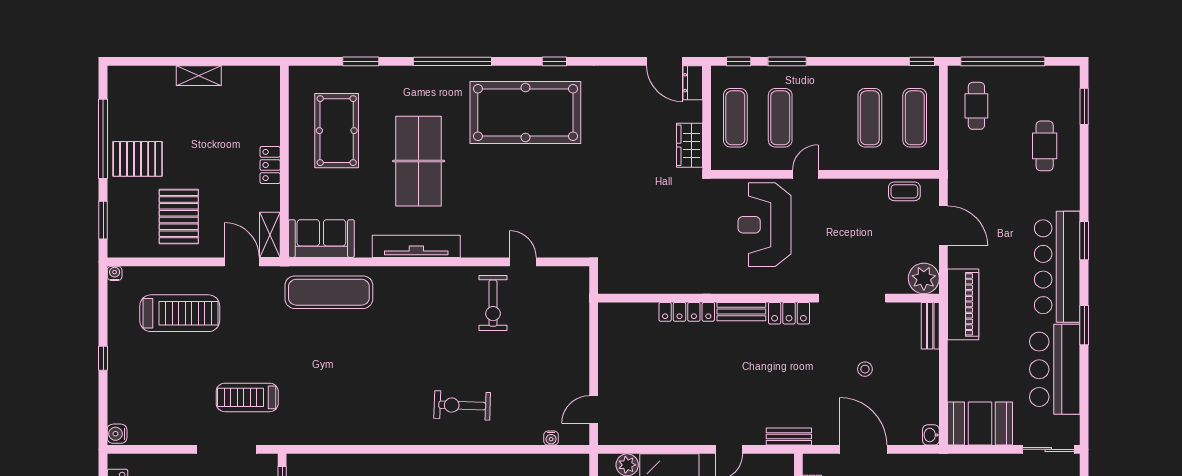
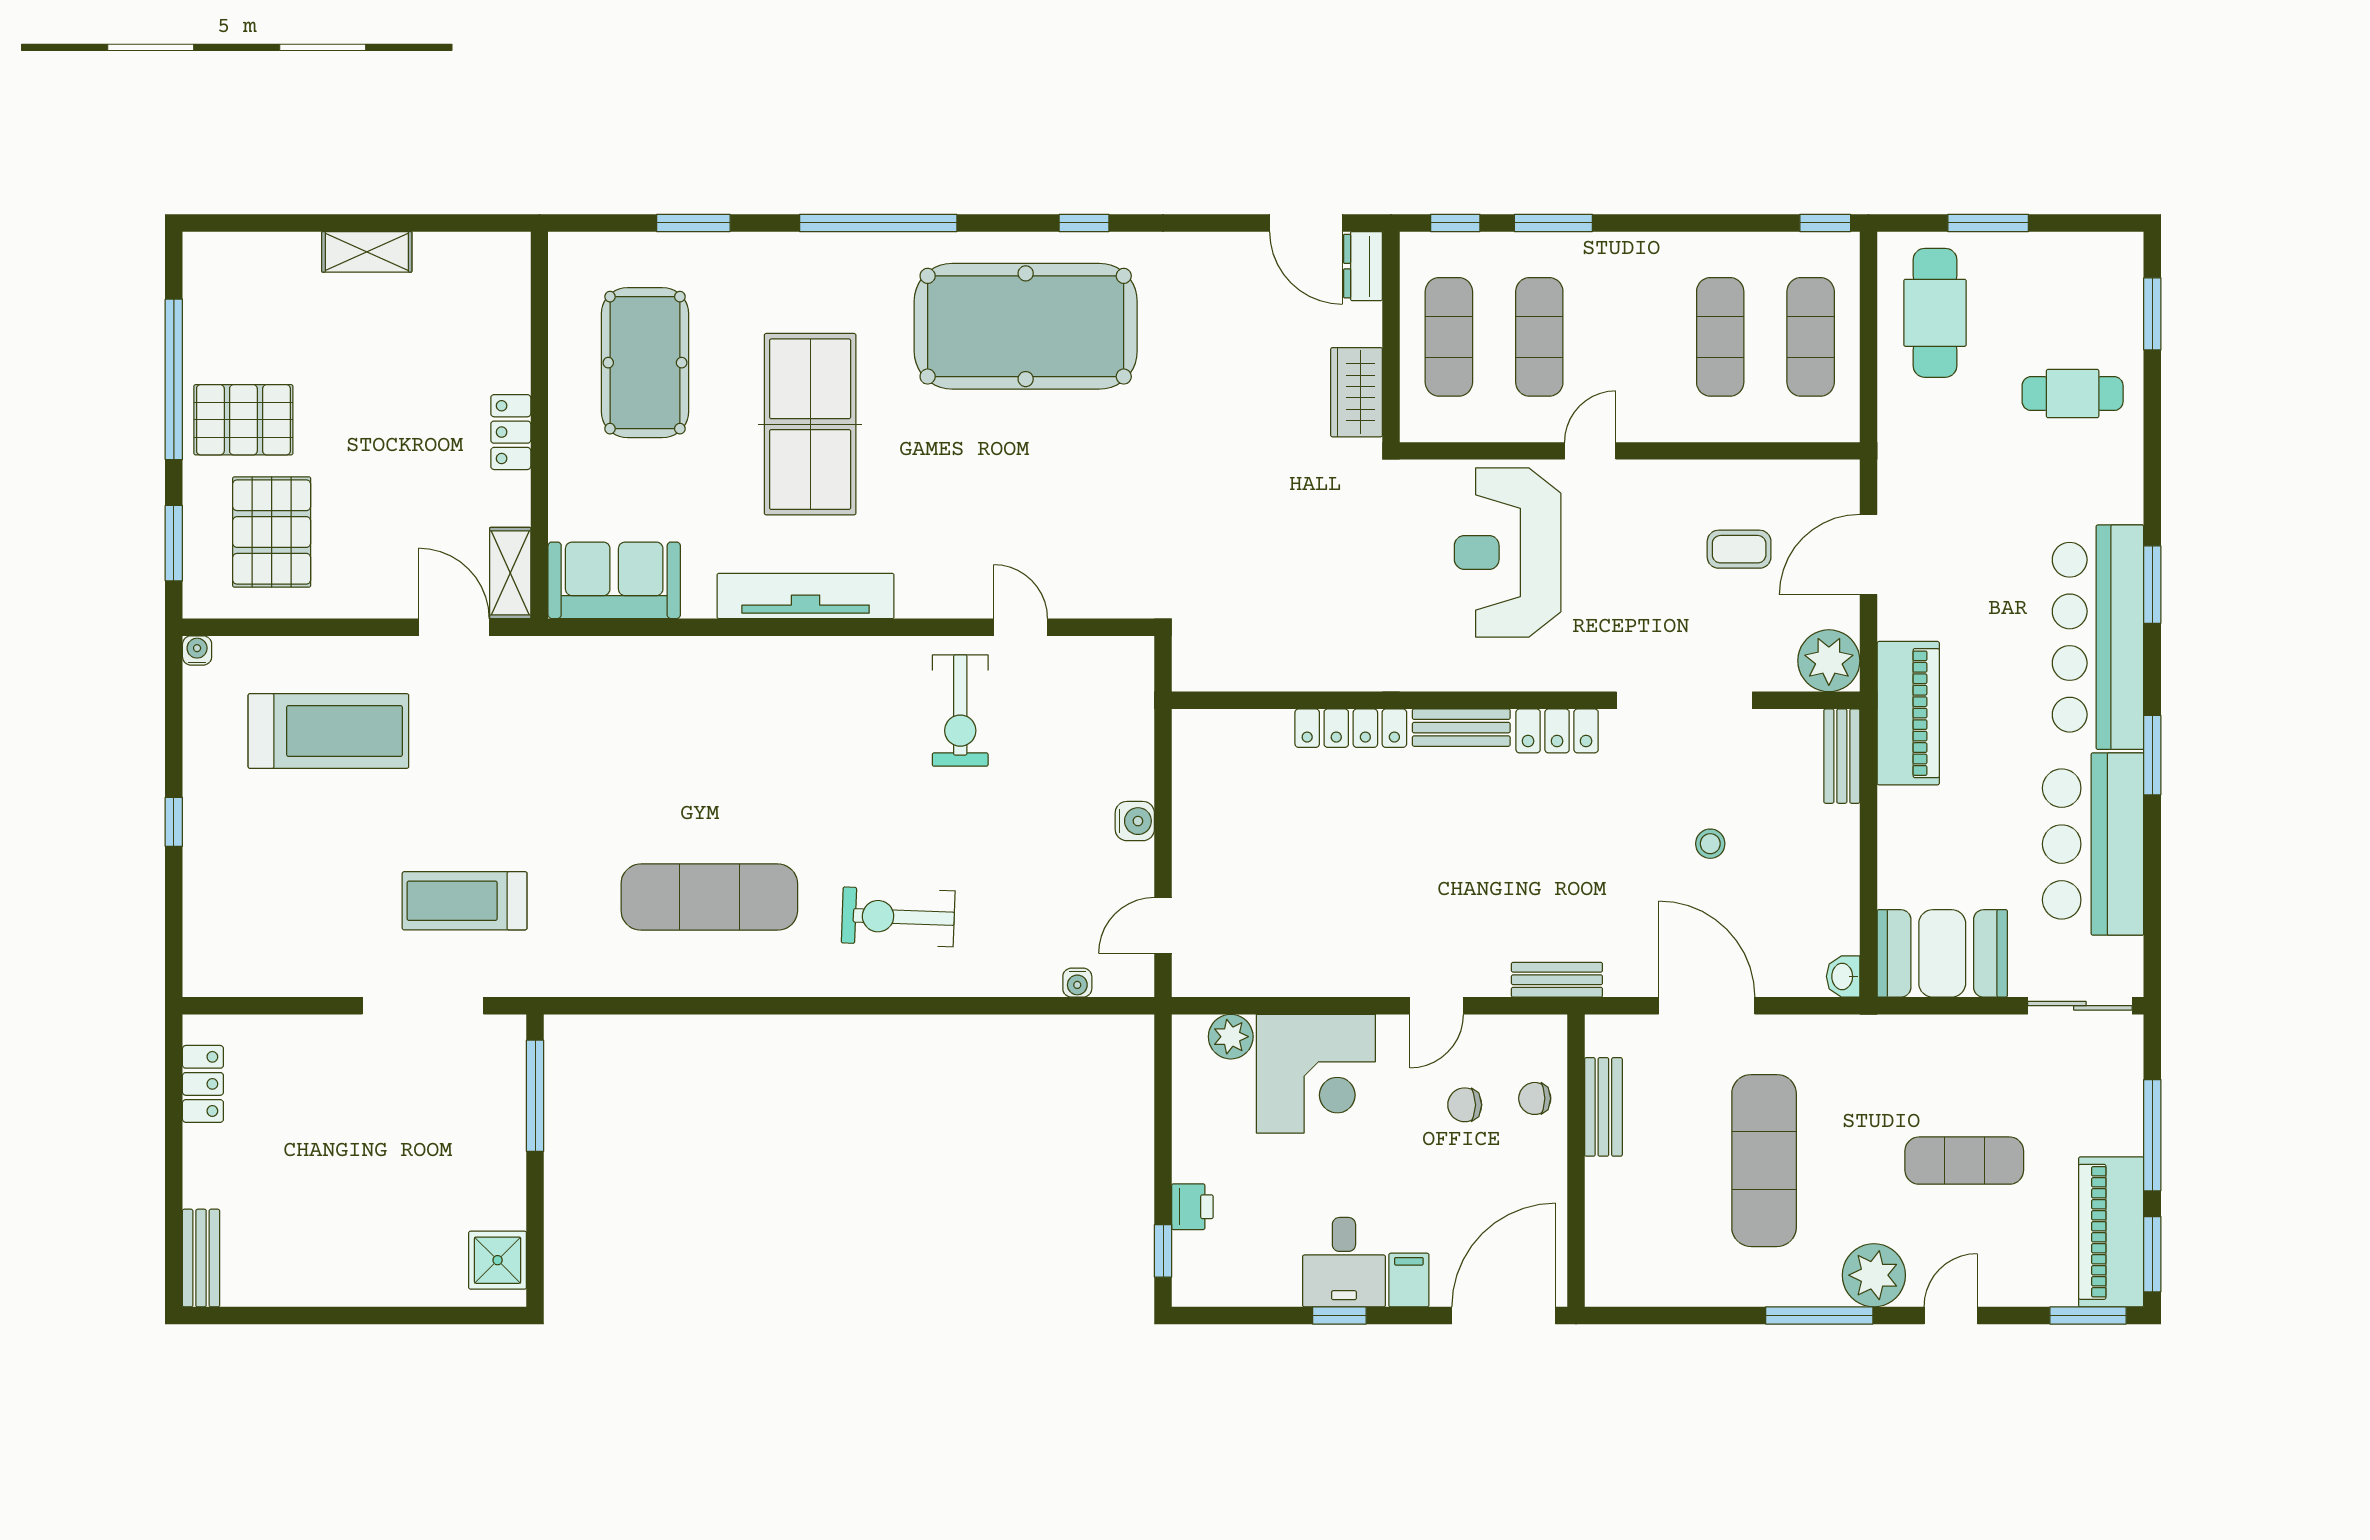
window: (1003, 61) -> (1988, 223), width x0.47
cafe table: (976, 106) -> (1935, 313), width x1.37, depth x1.35
cafe table: (1045, 146) -> (2073, 394), turned 90
coffee table: (904, 191) -> (1739, 549), moved
pallet: (179, 217) -> (272, 532), moved
door: (943, 226) -> (1868, 555), swing flipped
exercise mat: (329, 292) -> (709, 897), moved
water cooler: (117, 434) -> (1135, 821), moved, turned 180

